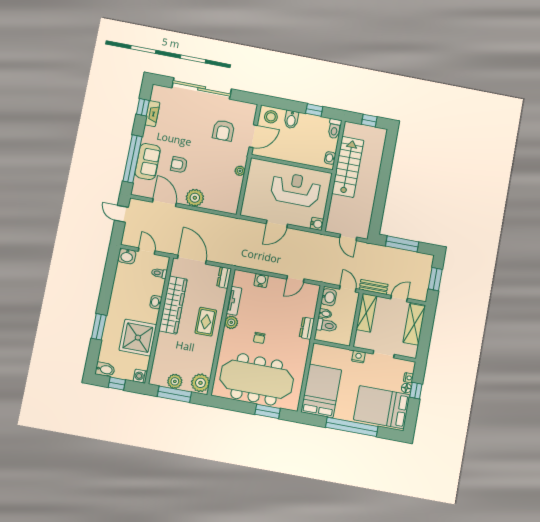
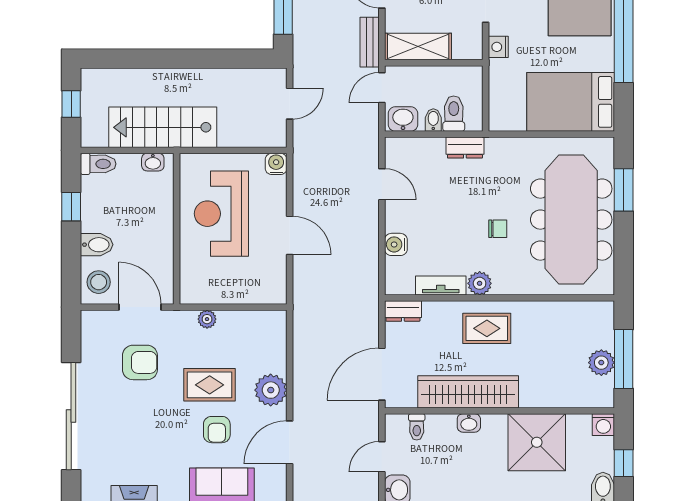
rug: (204, 165) -> (210, 385), added
plant: (200, 383) -> (596, 317), removed

